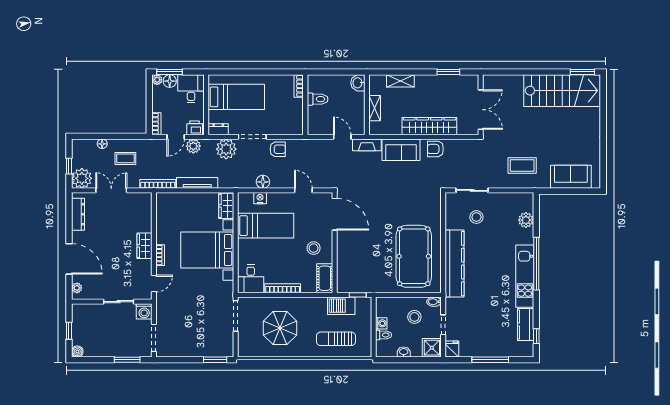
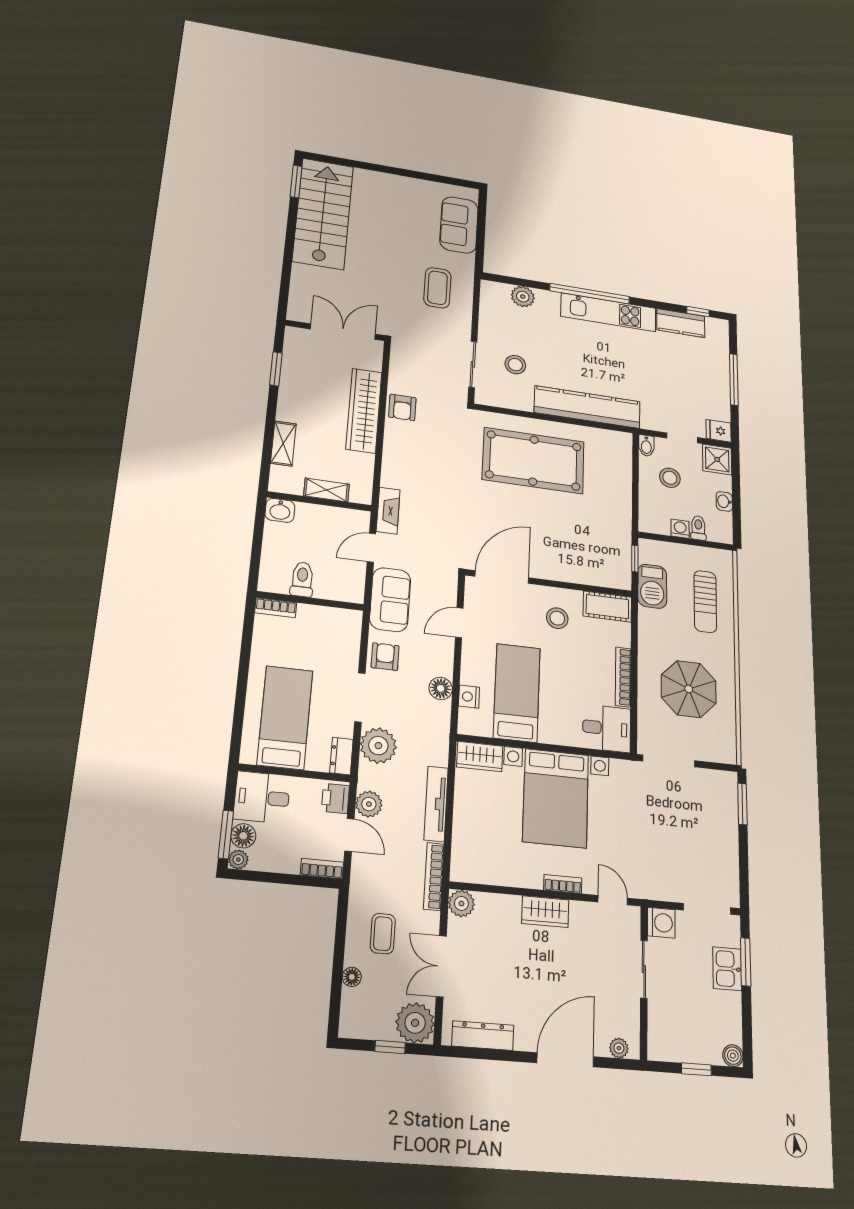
sofa: (401, 150) -> (390, 600), moved
plant: (145, 200) -> (461, 903), added
pool table: (414, 256) -> (533, 461), moved
kitchen sink: (123, 349) -> (727, 969), added

